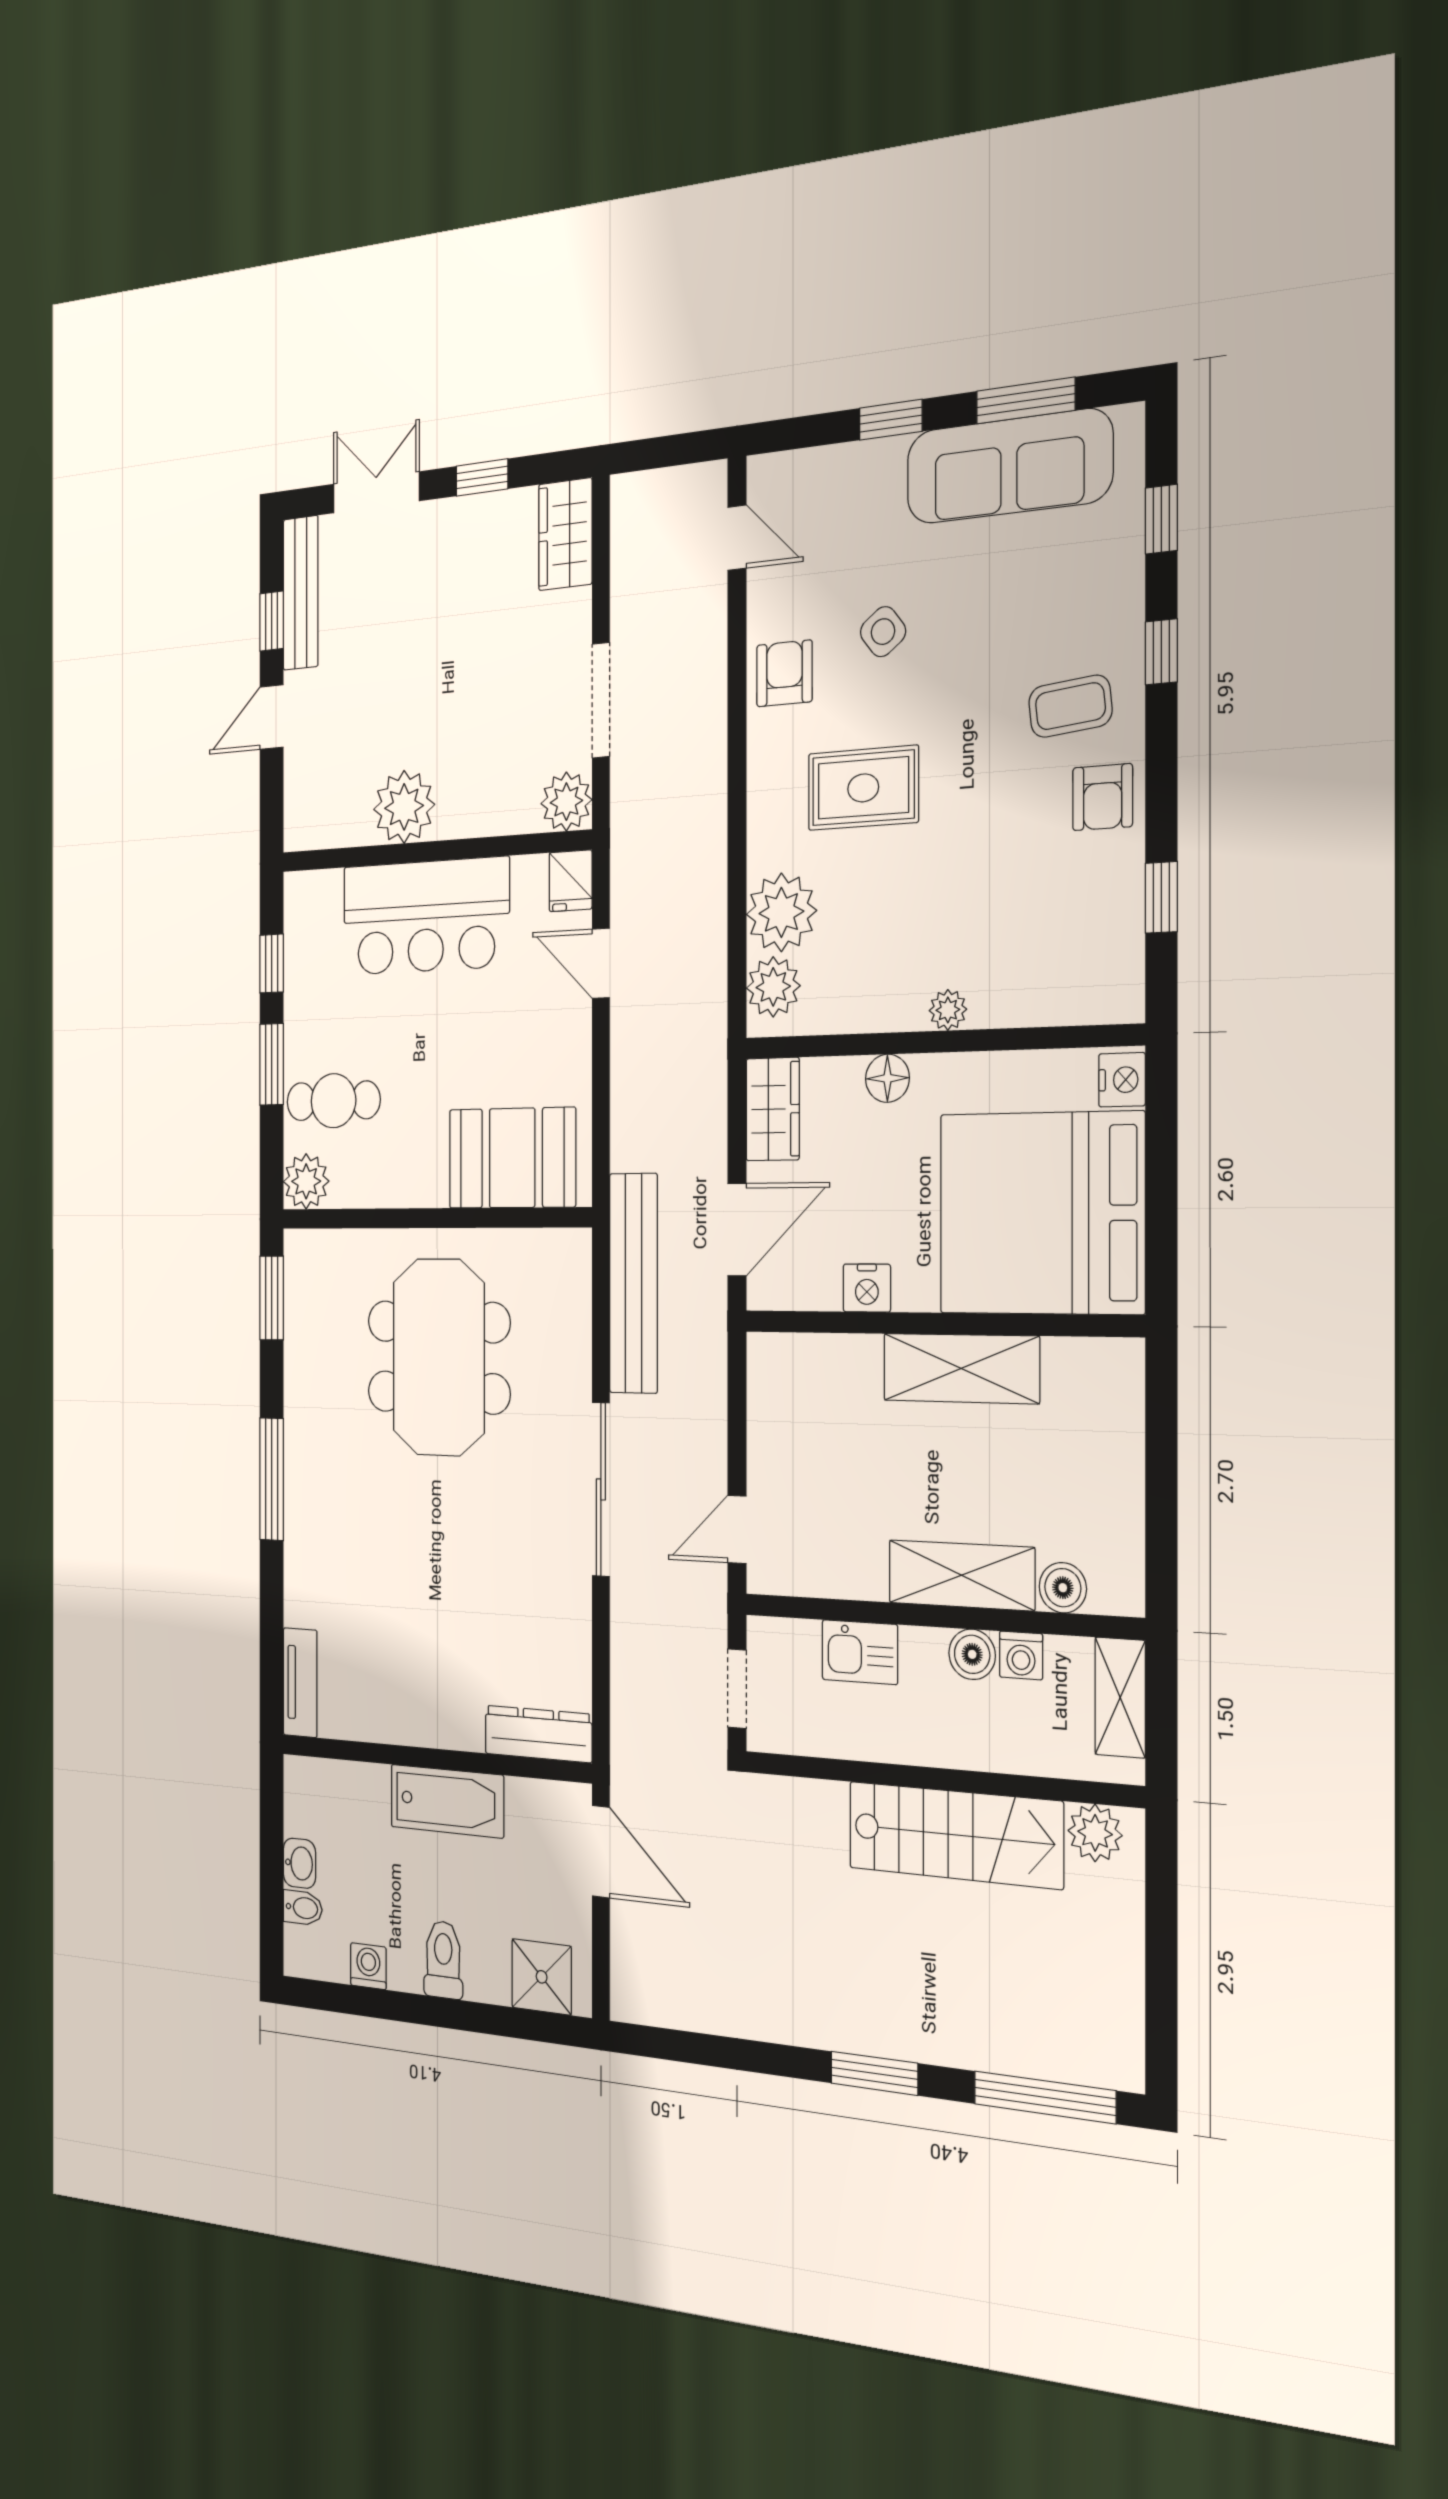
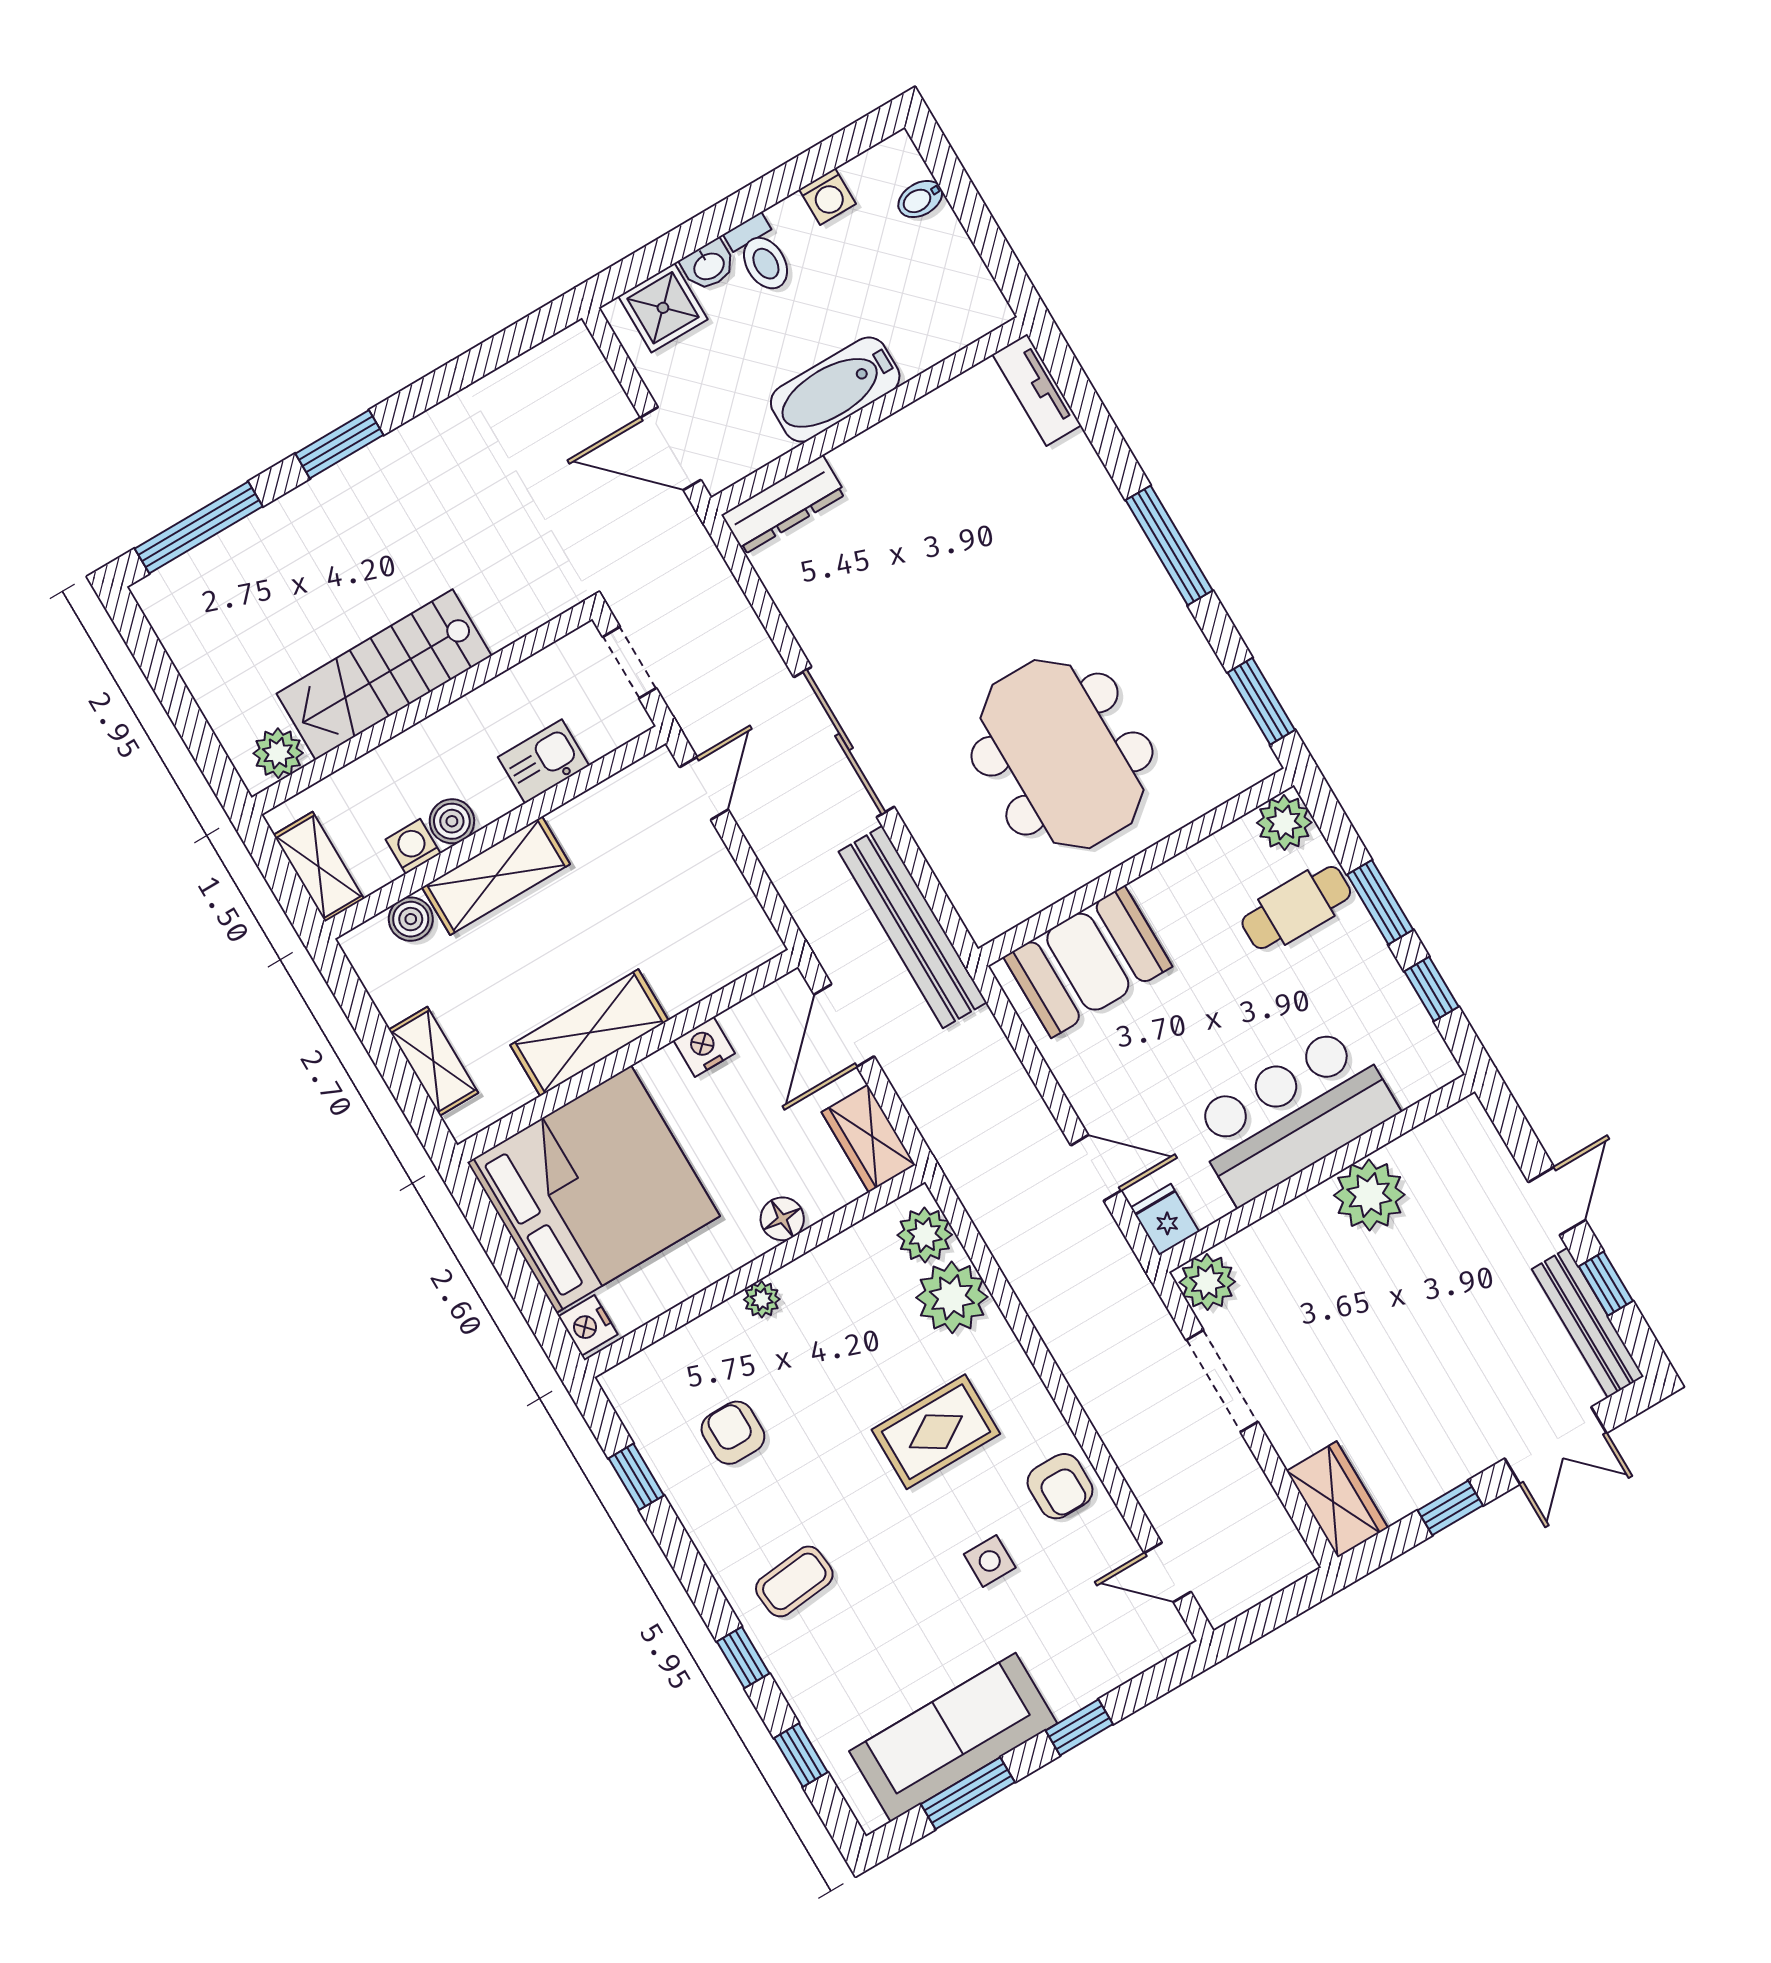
side table: (883, 632) -> (990, 1561), turned 38
armchair: (1103, 797) -> (733, 1433), moved
shelving: (1120, 1435) -> (433, 1061), added
washbasin: (299, 1863) -> (708, 265), moved, turned -90

